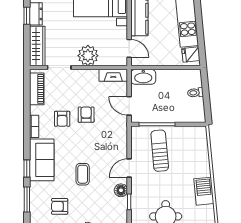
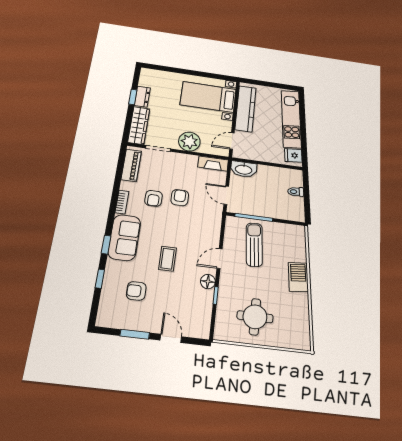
door: (129, 48) -> (232, 141), swing flipped
barbecue: (204, 191) -> (298, 277), moved
window: (27, 200) -> (100, 279), width x0.67

